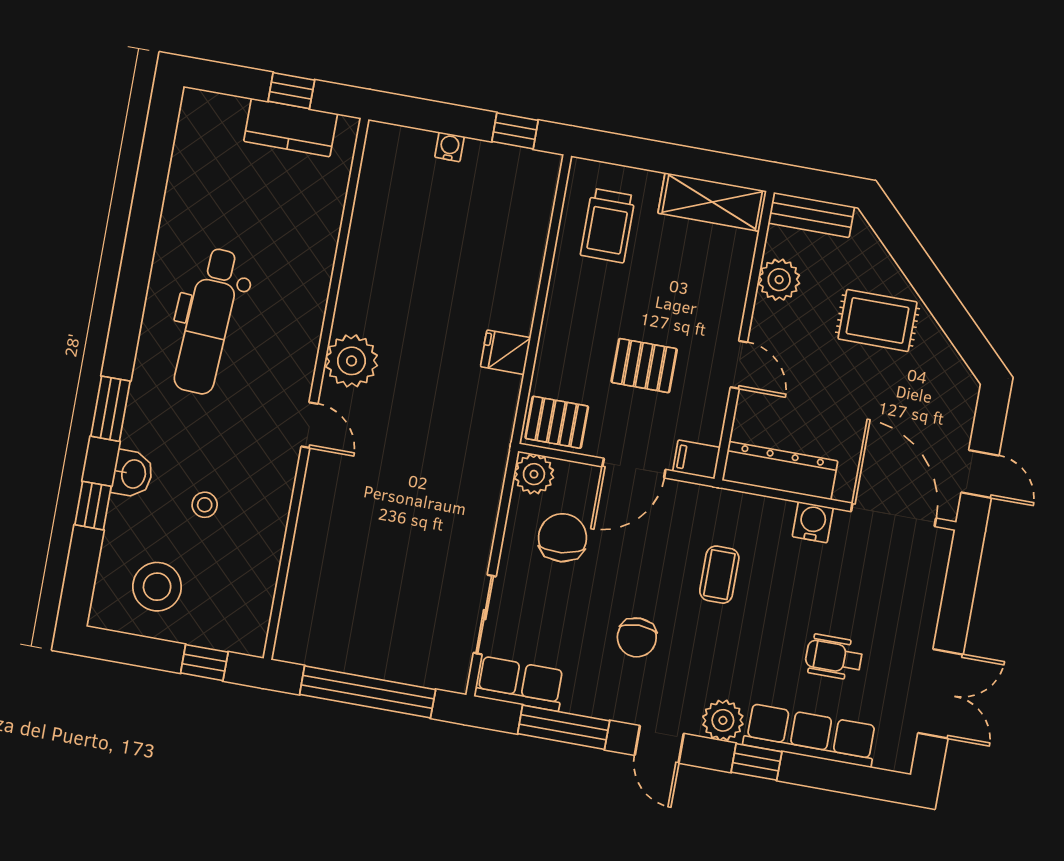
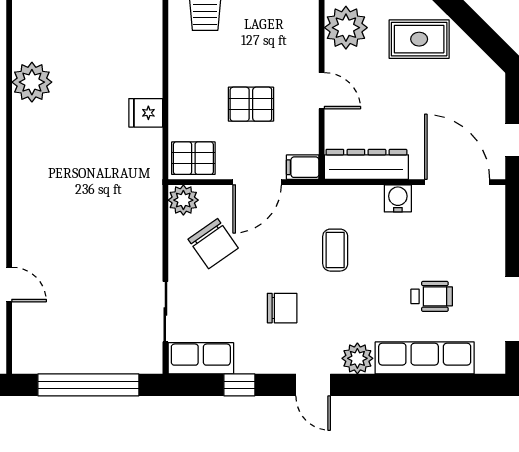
plant: (779, 280) -> (346, 28), width x1.36, depth x1.36
plant: (352, 361) -> (32, 82), moved
door: (309, 425) -> (9, 285), moved
chair: (562, 538) -> (213, 244), turned 151
chair: (637, 637) -> (282, 308), turned -90
wheelchair: (834, 657) -> (432, 296), turned 180
window: (564, 727) -> (239, 385), width x0.46
window: (756, 762) -> (388, 385), removed

